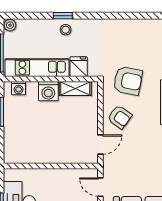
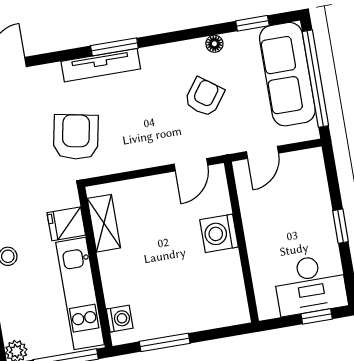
washing machine: (48, 91) -> (219, 233), moved, turned 180
armchair: (120, 117) -> (204, 97), moved
door: (100, 145) -> (191, 165), swing flipped

